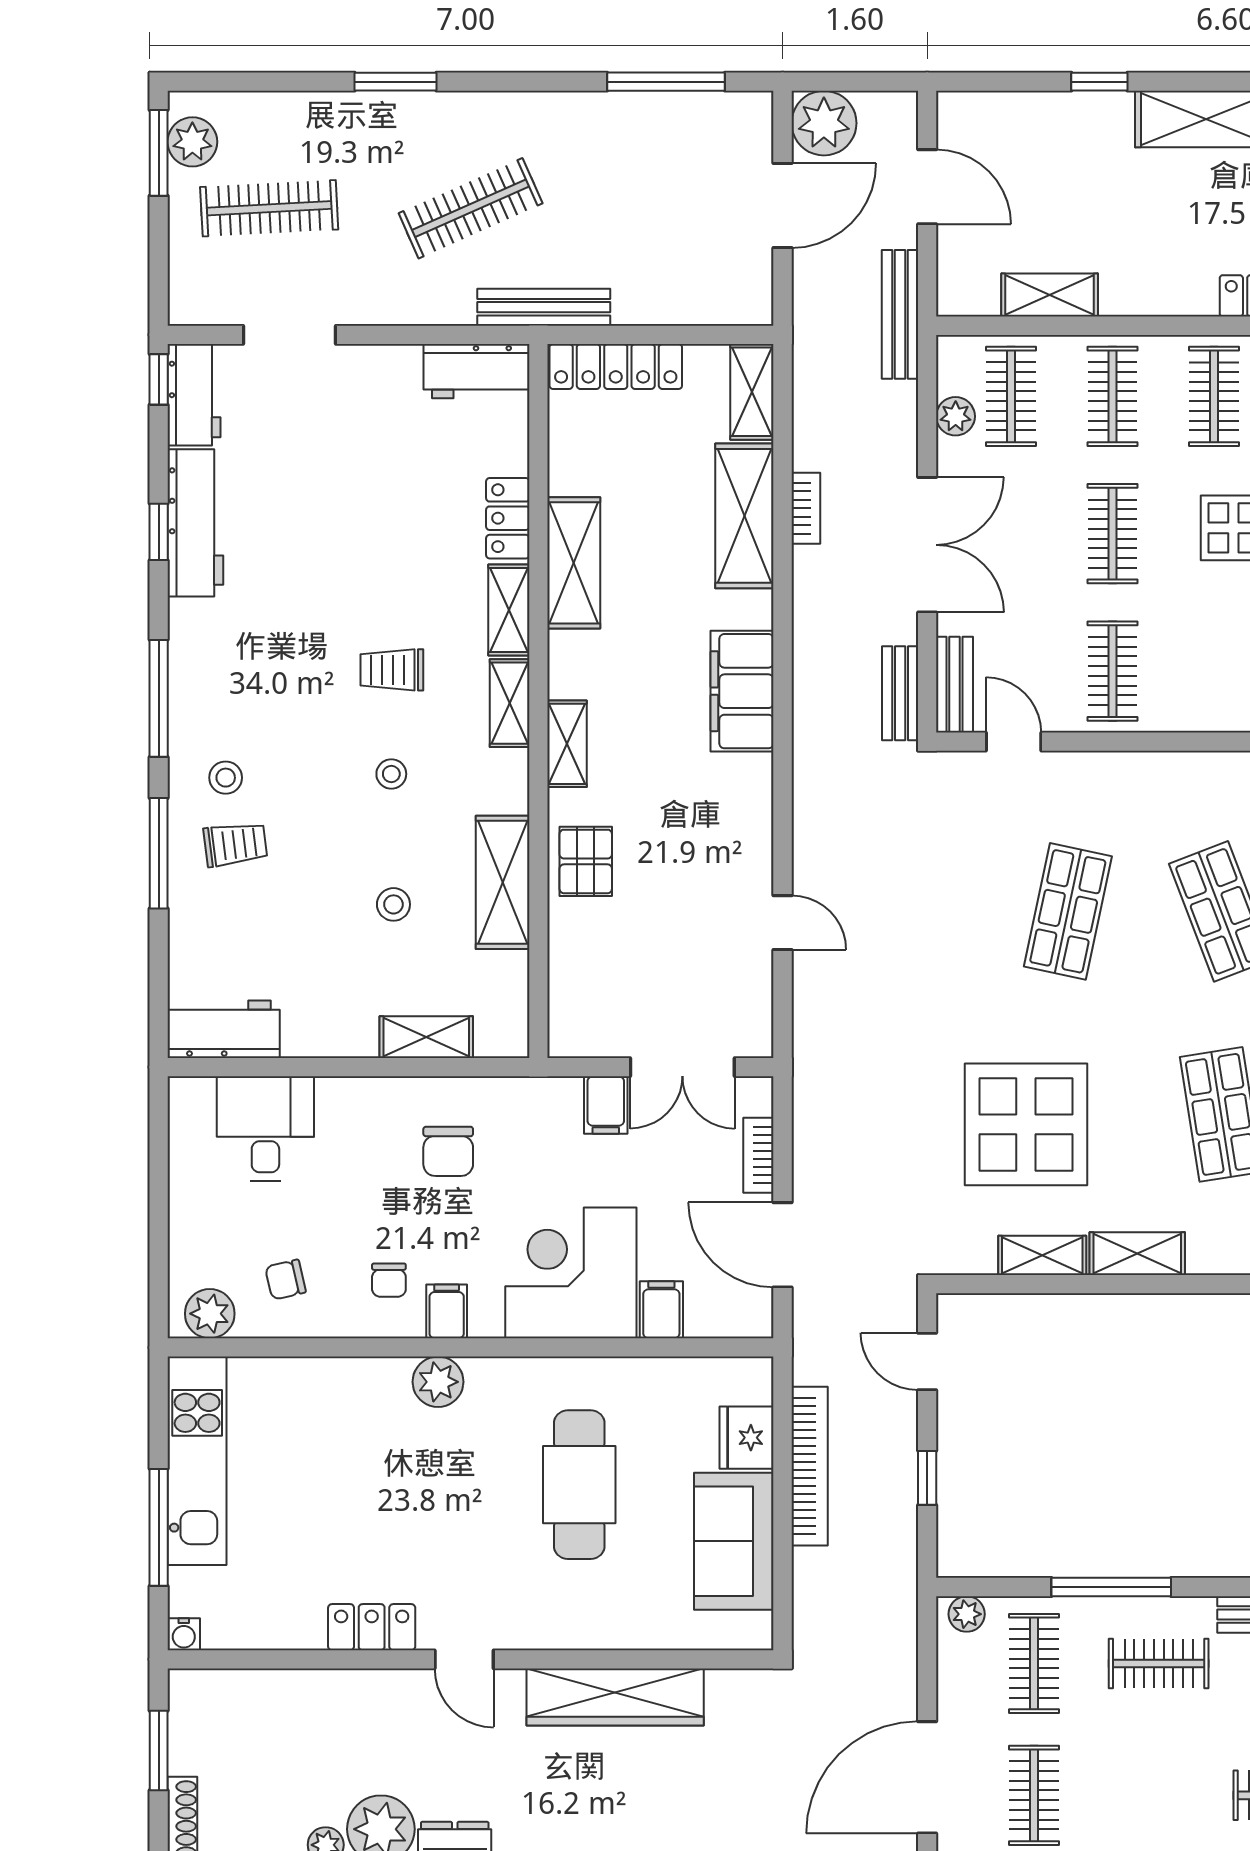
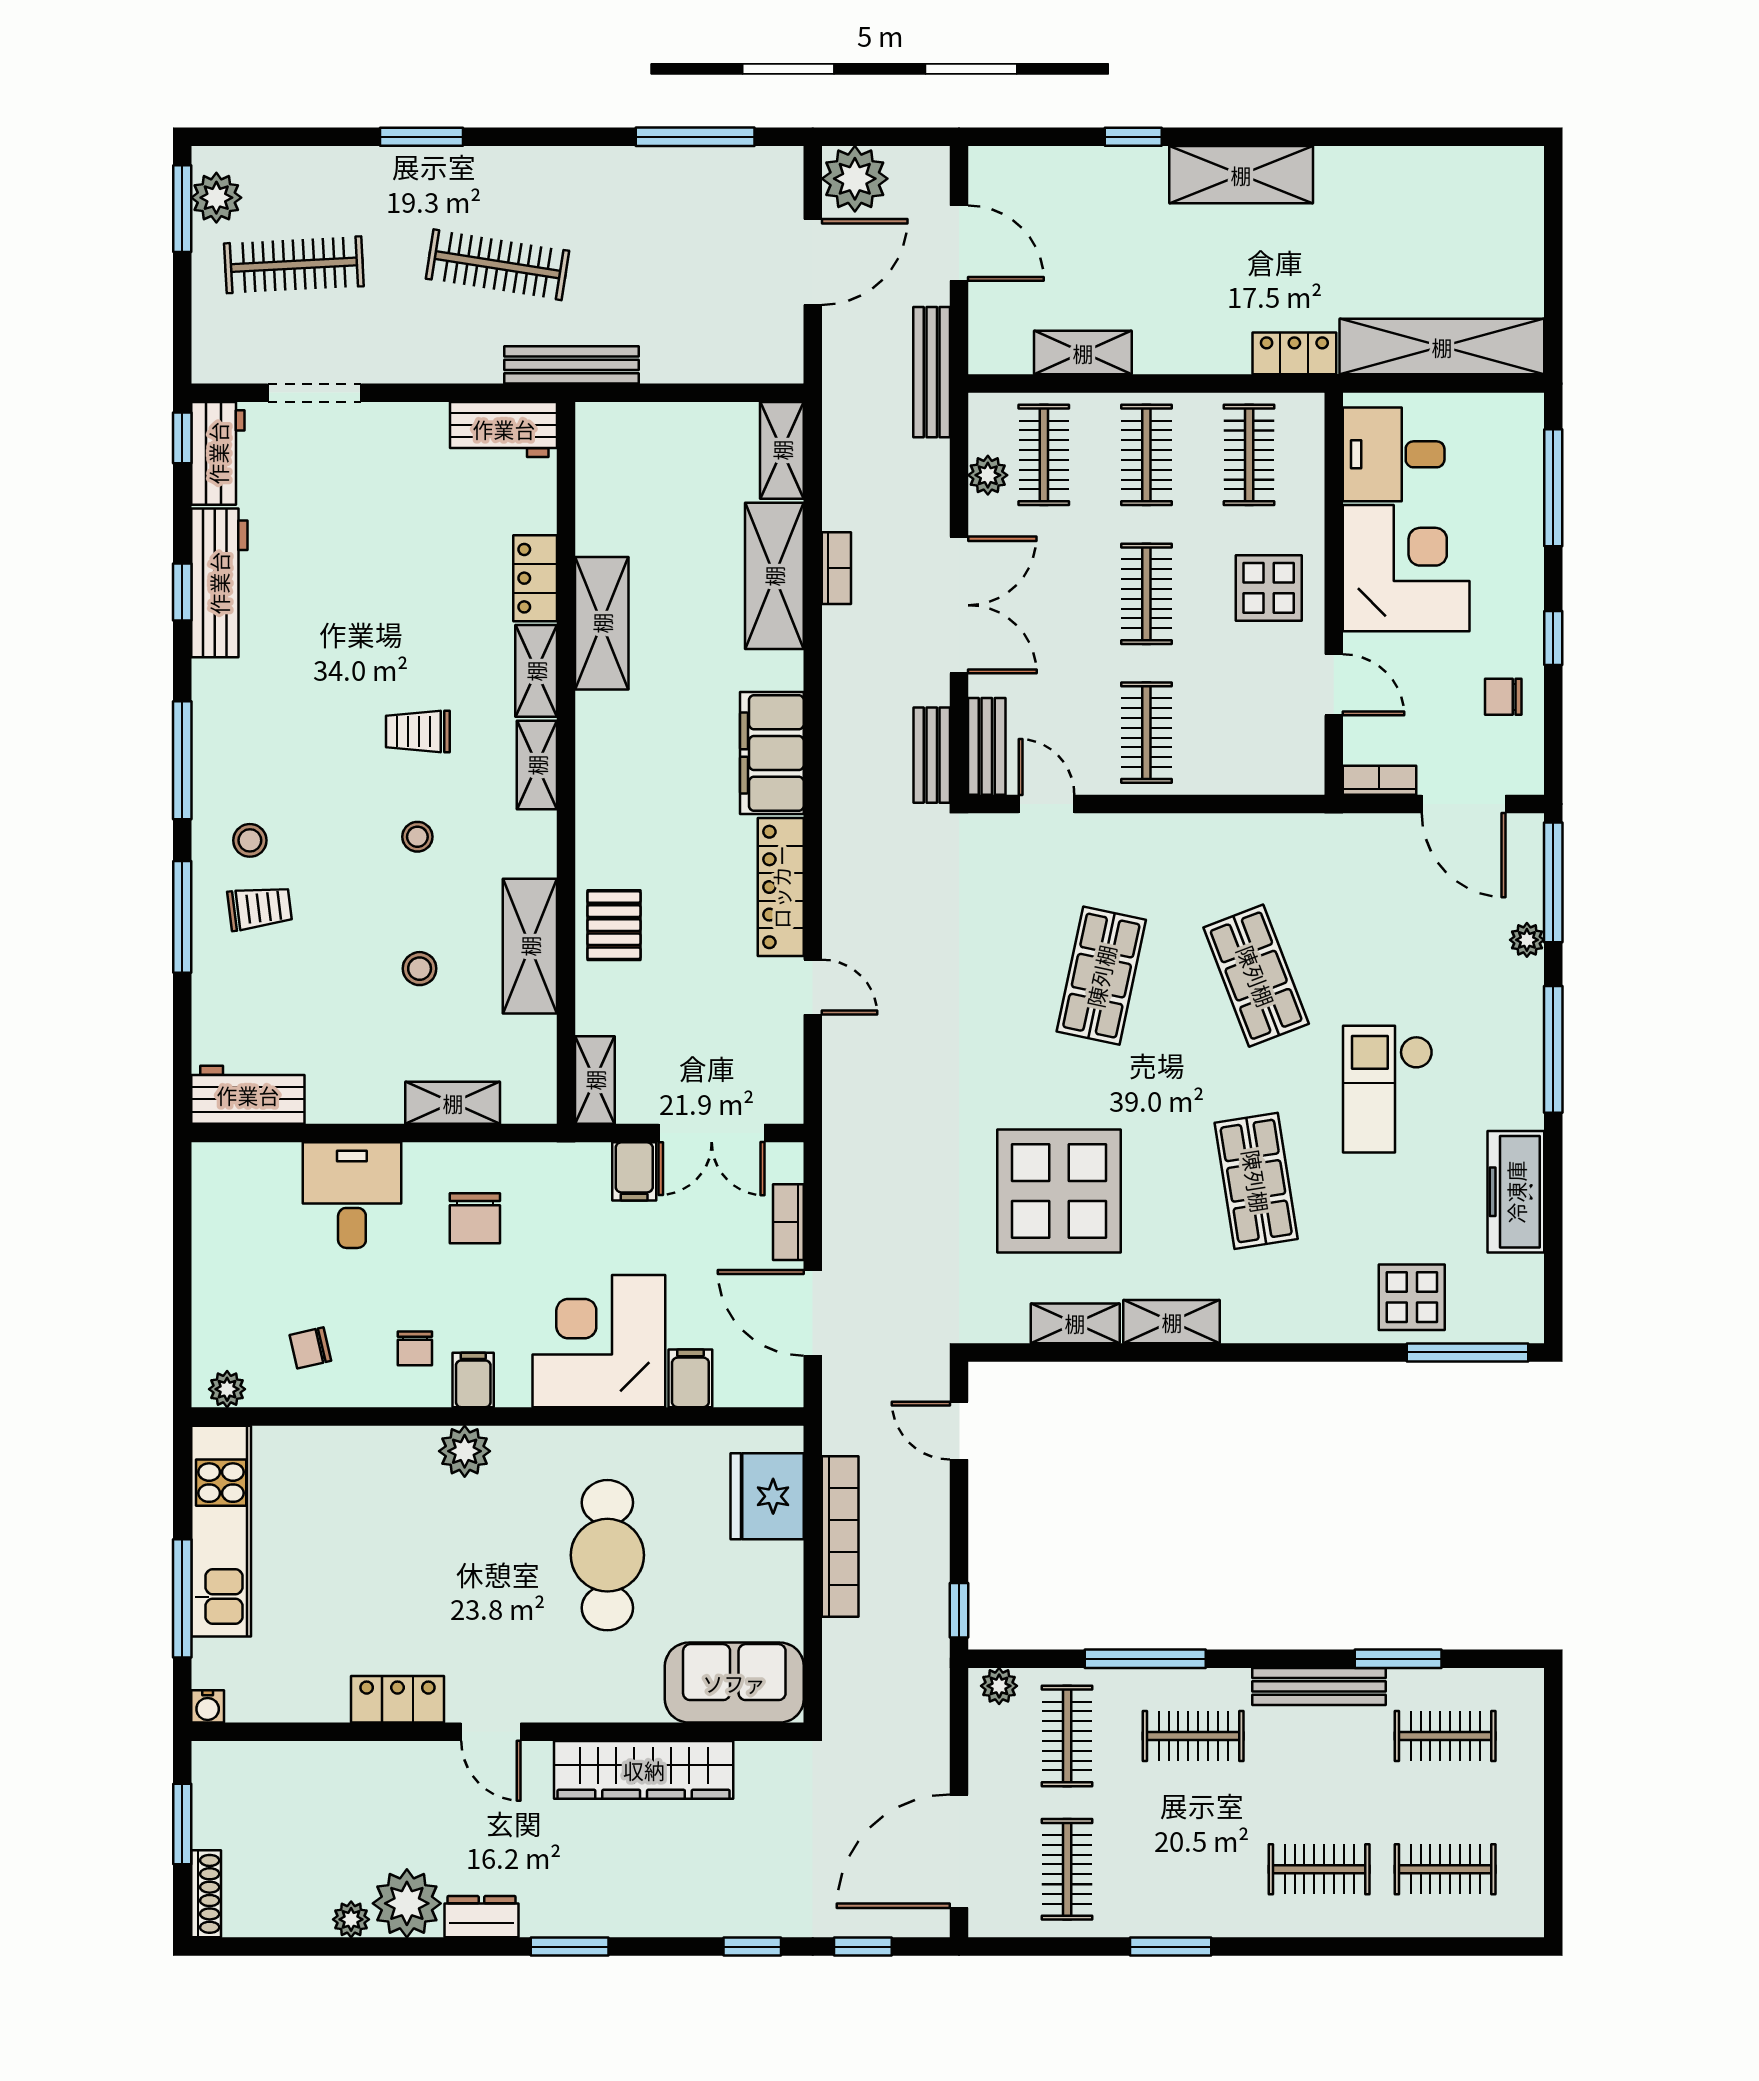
clothes rail: (471, 208) -> (497, 265), turned 33
locker: (616, 366) -> (781, 887), moved, turned 90
shelving: (567, 744) -> (595, 1080), moved
desk: (265, 1129) -> (352, 1195), moved
plant: (210, 1314) -> (227, 1389), width x0.73, depth x0.73
fridge: (746, 1438) -> (767, 1496), width x1.36, depth x1.34
window: (927, 1478) -> (959, 1610), moved
sofa: (734, 1541) -> (734, 1683), moved, turned 90

